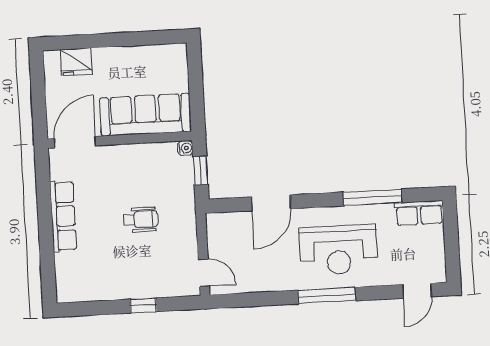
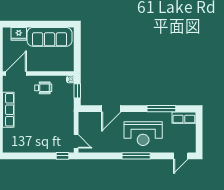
sofa: (146, 115) -> (50, 37), moved, turned 180
wheelchair: (141, 219) -> (43, 88), moved
window: (143, 305) -> (62, 156), moved

